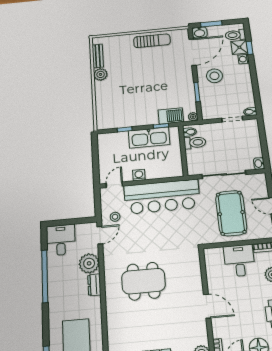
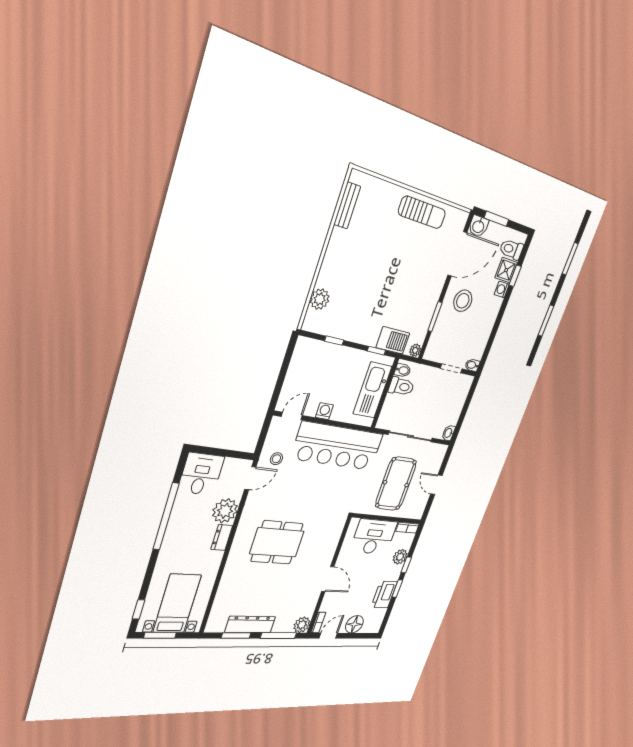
plant: (101, 74) -> (320, 299), moved
kitchen sink: (149, 138) -> (372, 390), moved, turned 90
desk: (239, 261) -> (374, 537), width x1.37

